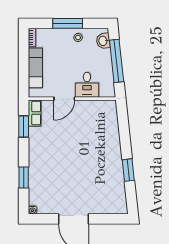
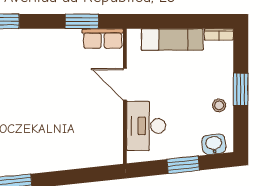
window: (68, 23) -> (241, 89), width x0.69
window: (117, 61) -> (183, 165), width x0.47
desk: (87, 85) -> (146, 126), width x1.37

